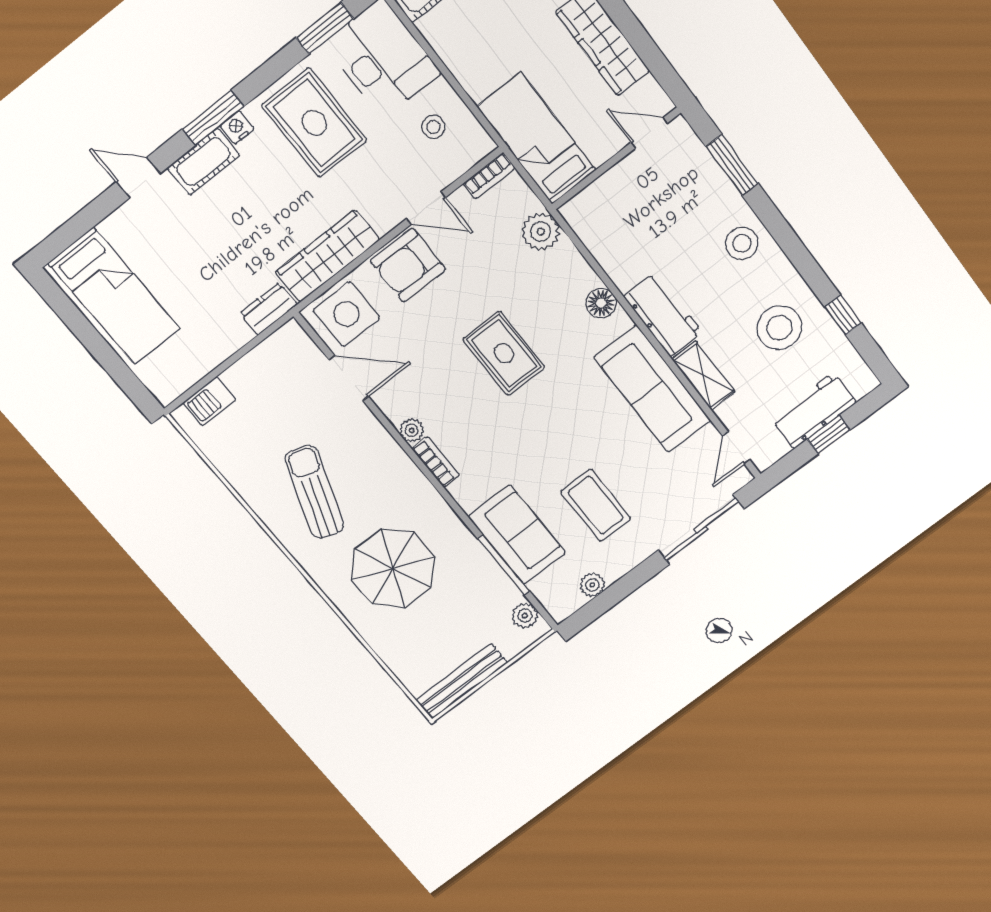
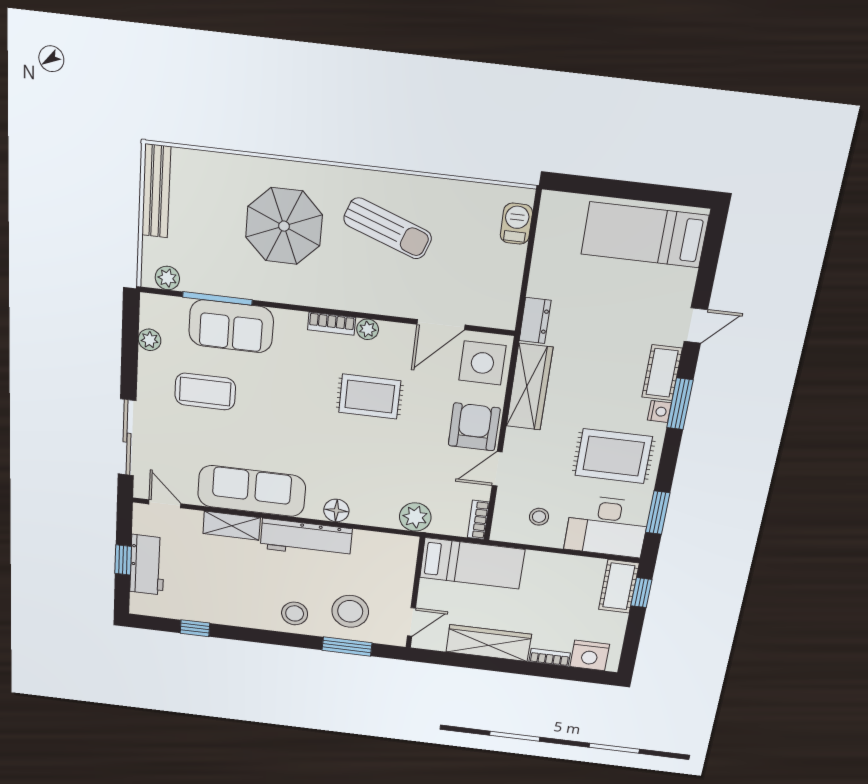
workbench: (663, 315) -> (306, 538), width x1.38
stool: (779, 328) -> (350, 611), moved
rug: (504, 353) -> (370, 397), moved

